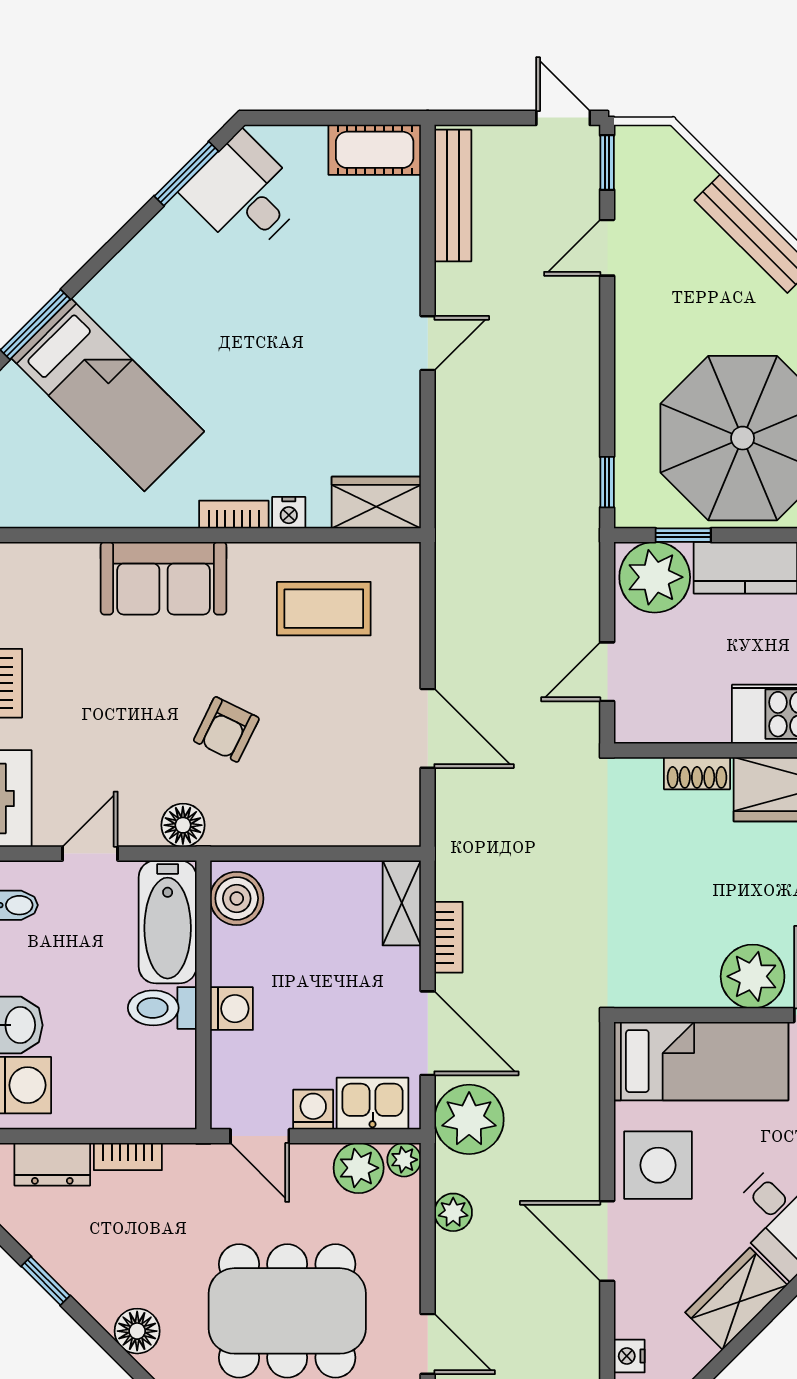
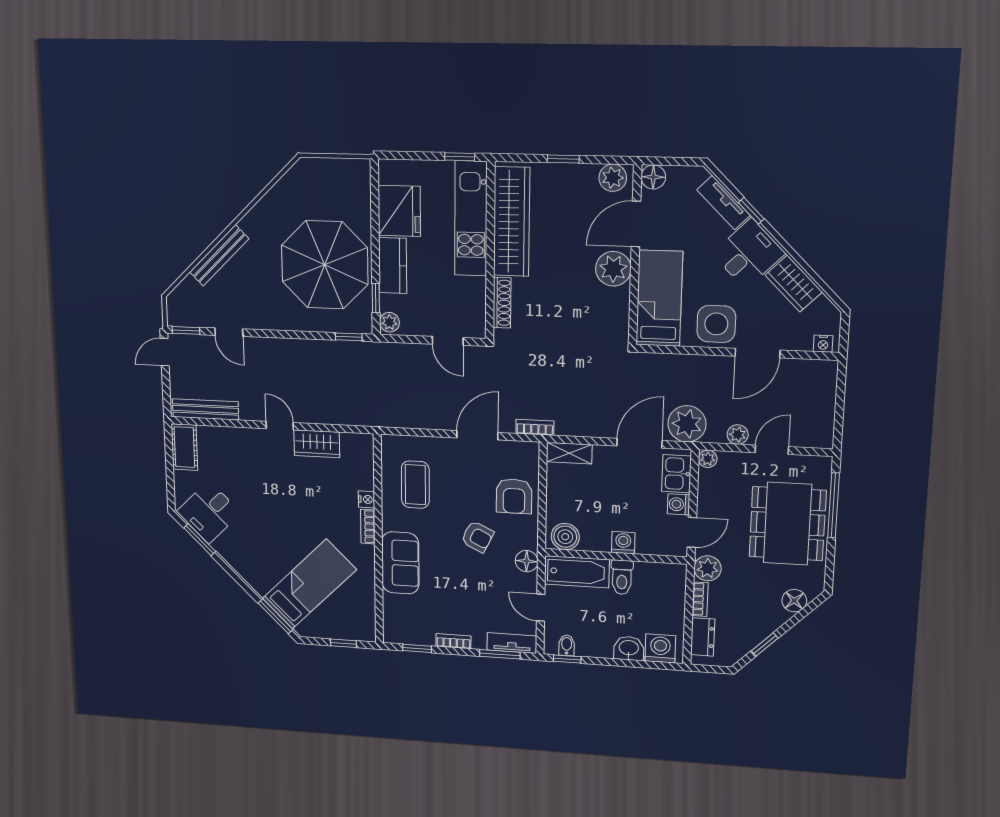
wardrobe: (376, 503) -> (317, 444), moved, turned -90
plant: (655, 577) -> (389, 322), width x0.53, depth x0.53
shoe rack: (697, 773) -> (502, 303), width x1.43
armchair: (312, 799) -> (514, 496), added
bookcase: (448, 937) -> (535, 427), moved
plant: (359, 1168) -> (708, 568), moved
door: (428, 1344) -> (772, 450), moved

